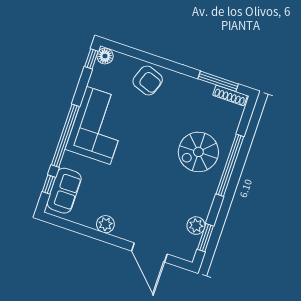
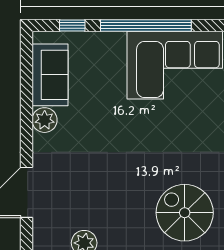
sofa: (64, 191) -> (50, 75), moved, turned -90

